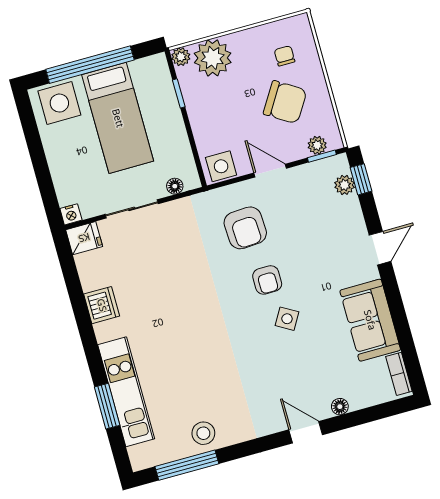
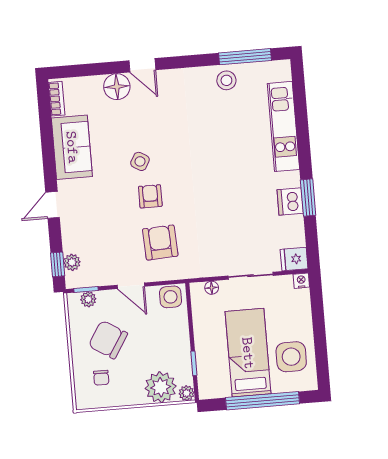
side table: (59, 103) -> (291, 357), moved
window: (107, 406) -> (308, 198), moved
floor lamp: (340, 407) -> (117, 87), width x1.89, depth x1.89

